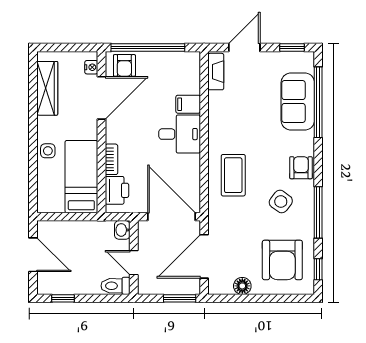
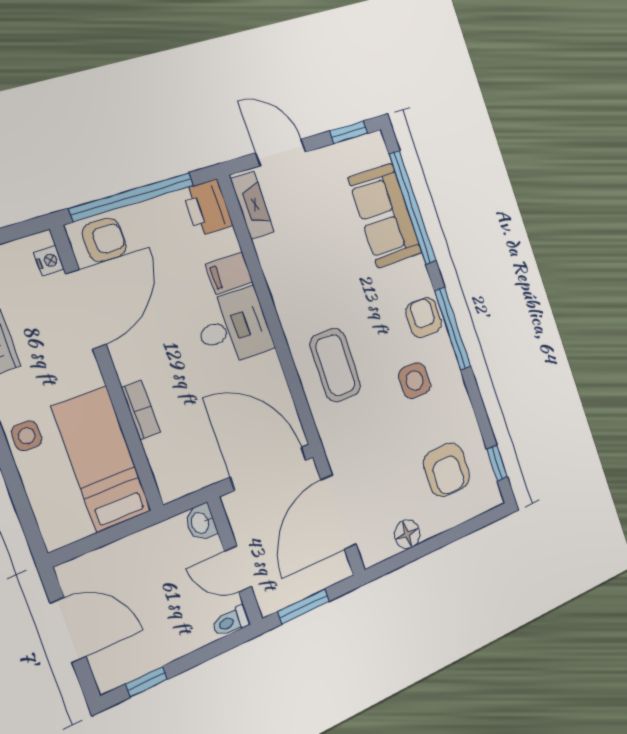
door: (244, 47) -> (281, 152), hinge flipped
armchair: (124, 65) -> (104, 240), turned -90
printer: (117, 190) -> (207, 208), moved, turned 180
side table: (281, 202) -> (414, 381), turned -37
window: (318, 212) -> (453, 329), moved
armchair: (282, 260) -> (447, 470), width x0.73, depth x0.73
toilet: (116, 286) -> (231, 621), width x0.73, depth x0.72
window: (180, 298) -> (304, 606), moved

